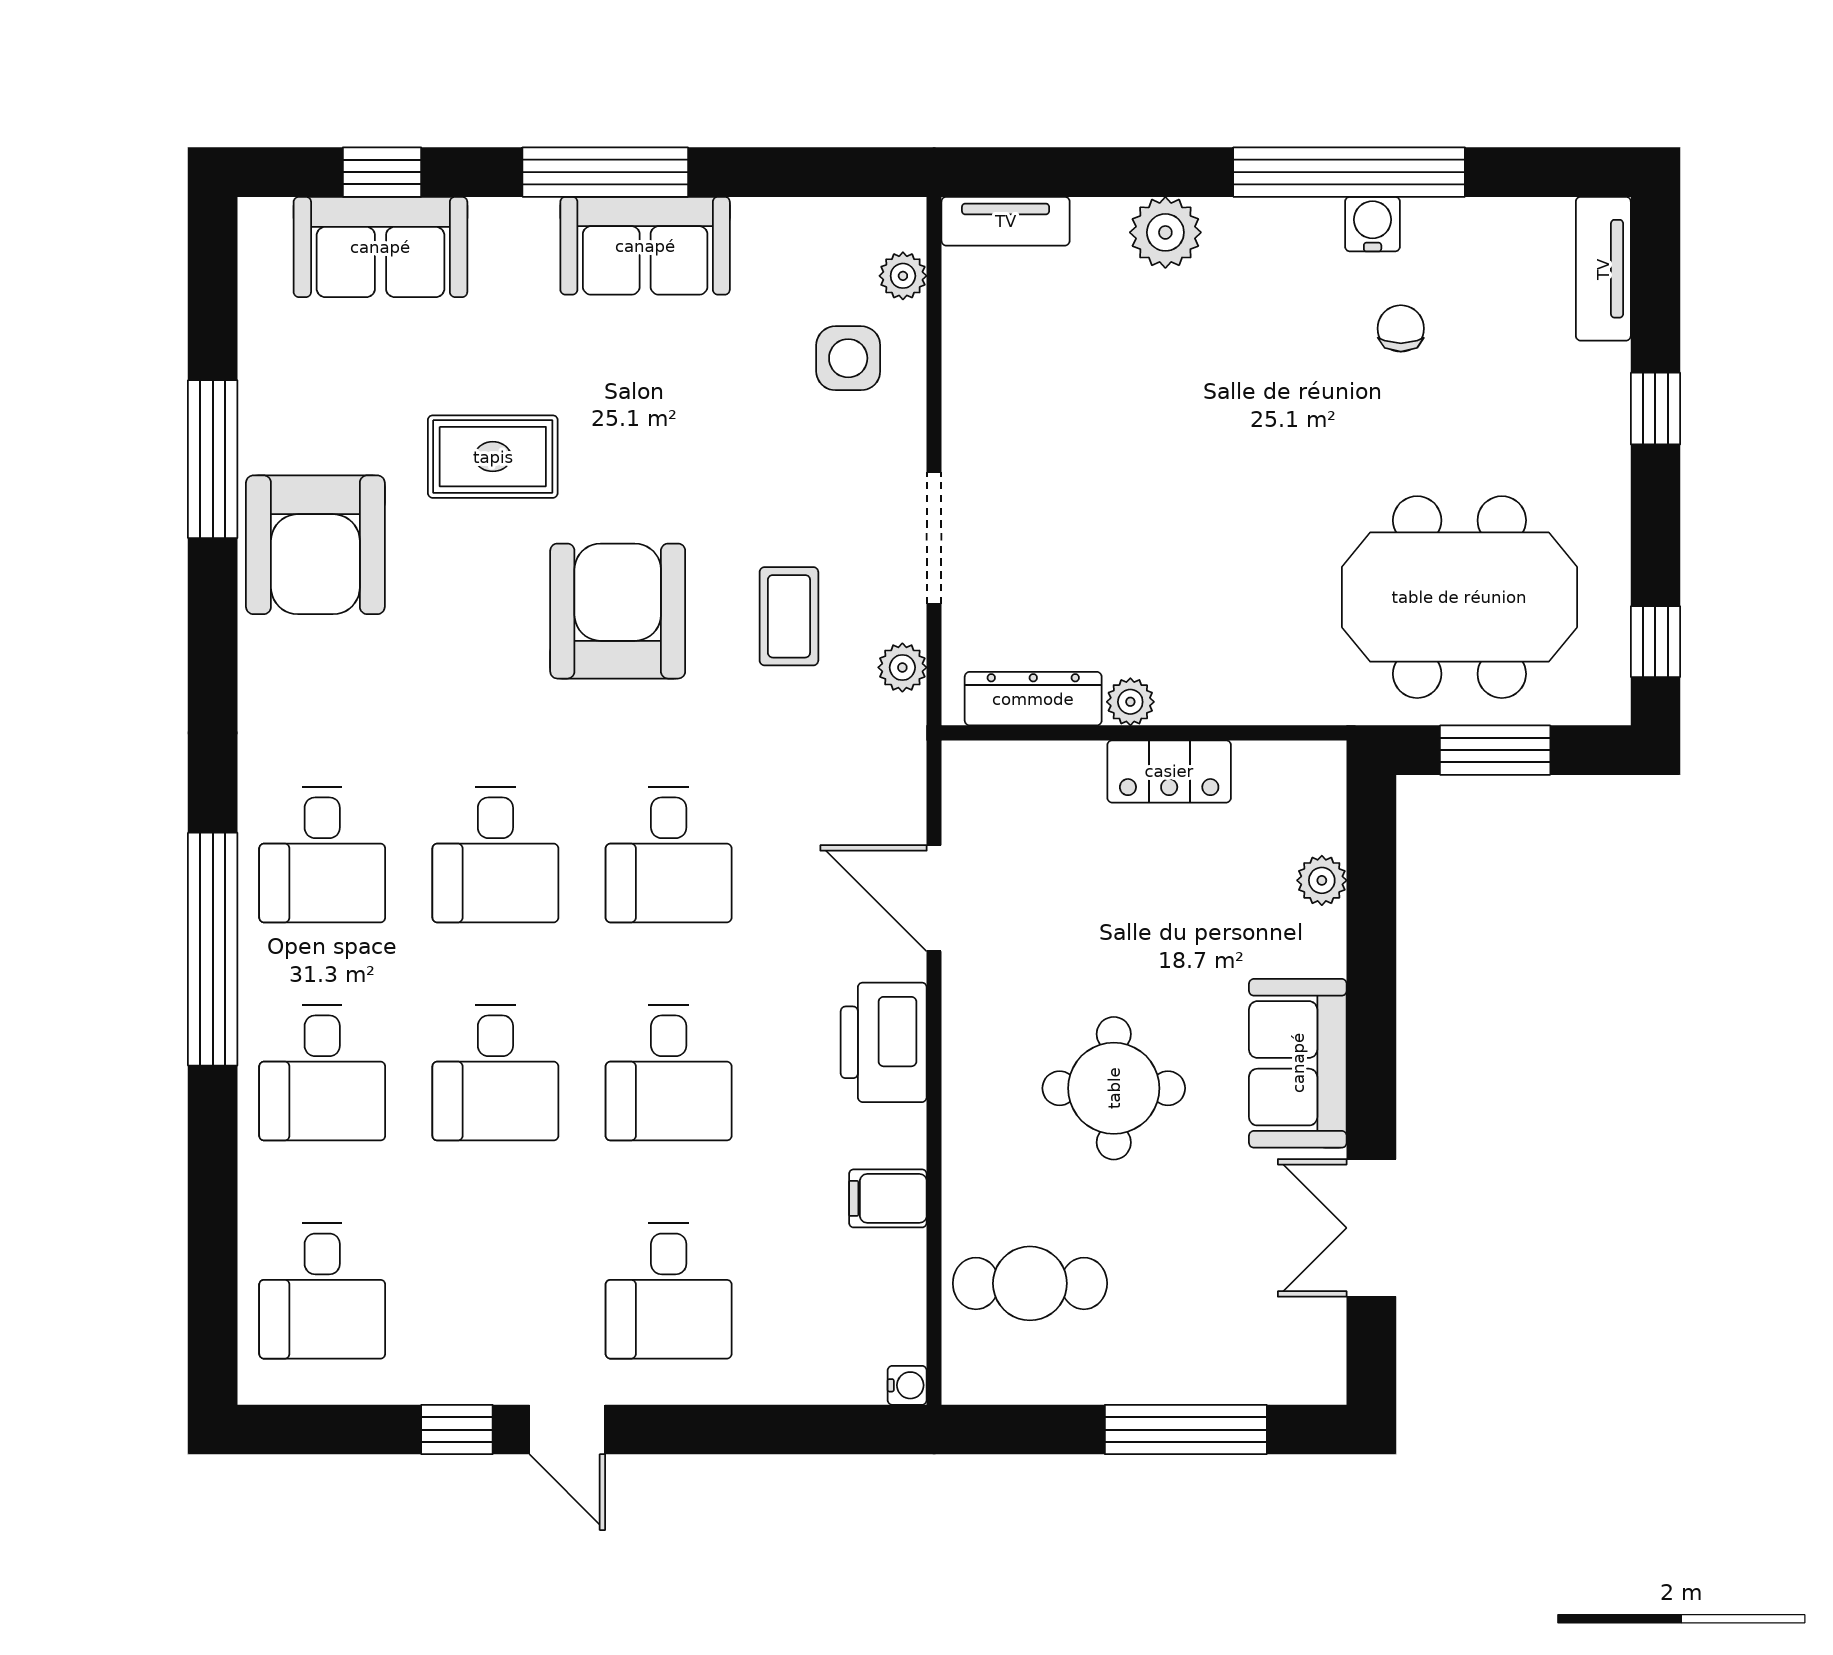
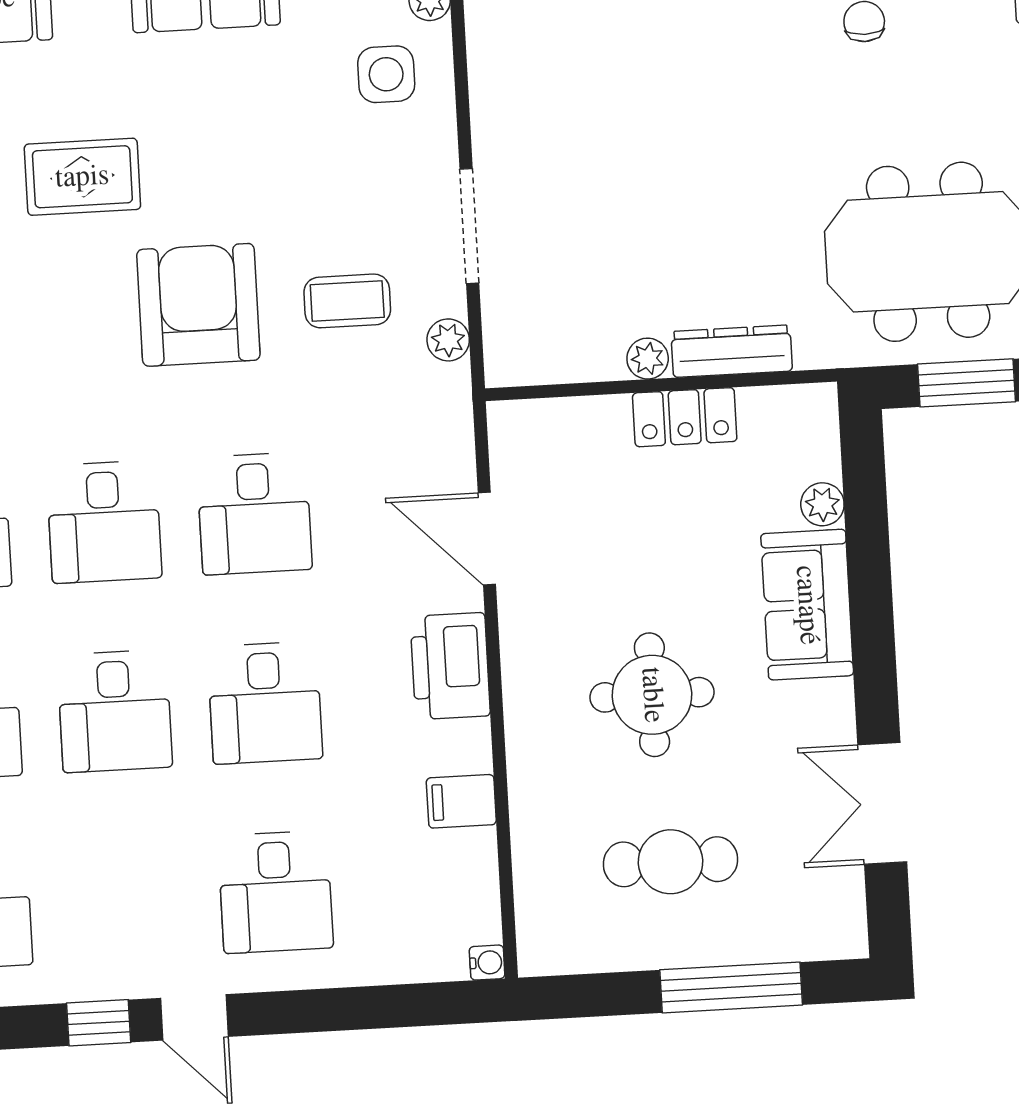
coffee table: (789, 616) -> (347, 301), turned 90
dresser: (1033, 699) -> (732, 351), moved
sofa: (1298, 1063) -> (807, 605), moved
cafe table: (1030, 1283) -> (670, 862), moved

